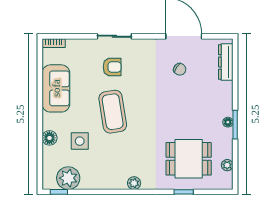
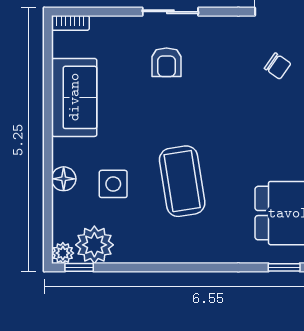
armchair: (112, 67) -> (166, 62), turned 90
coffee table: (113, 112) -> (182, 181), moved
plant: (134, 183) -> (63, 253), moved

